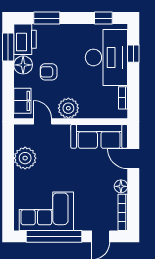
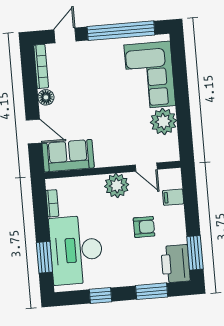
window: (103, 18) -> (101, 295), moved
window: (133, 54) -> (44, 257), width x1.50
floor lamp: (23, 65) -> (175, 233), removed
filing cabinet: (22, 101) -> (173, 197), width x0.50
sofa: (99, 136) -> (68, 156), width x0.73
corner sofa: (46, 211) -> (150, 75), moved, turned 90

